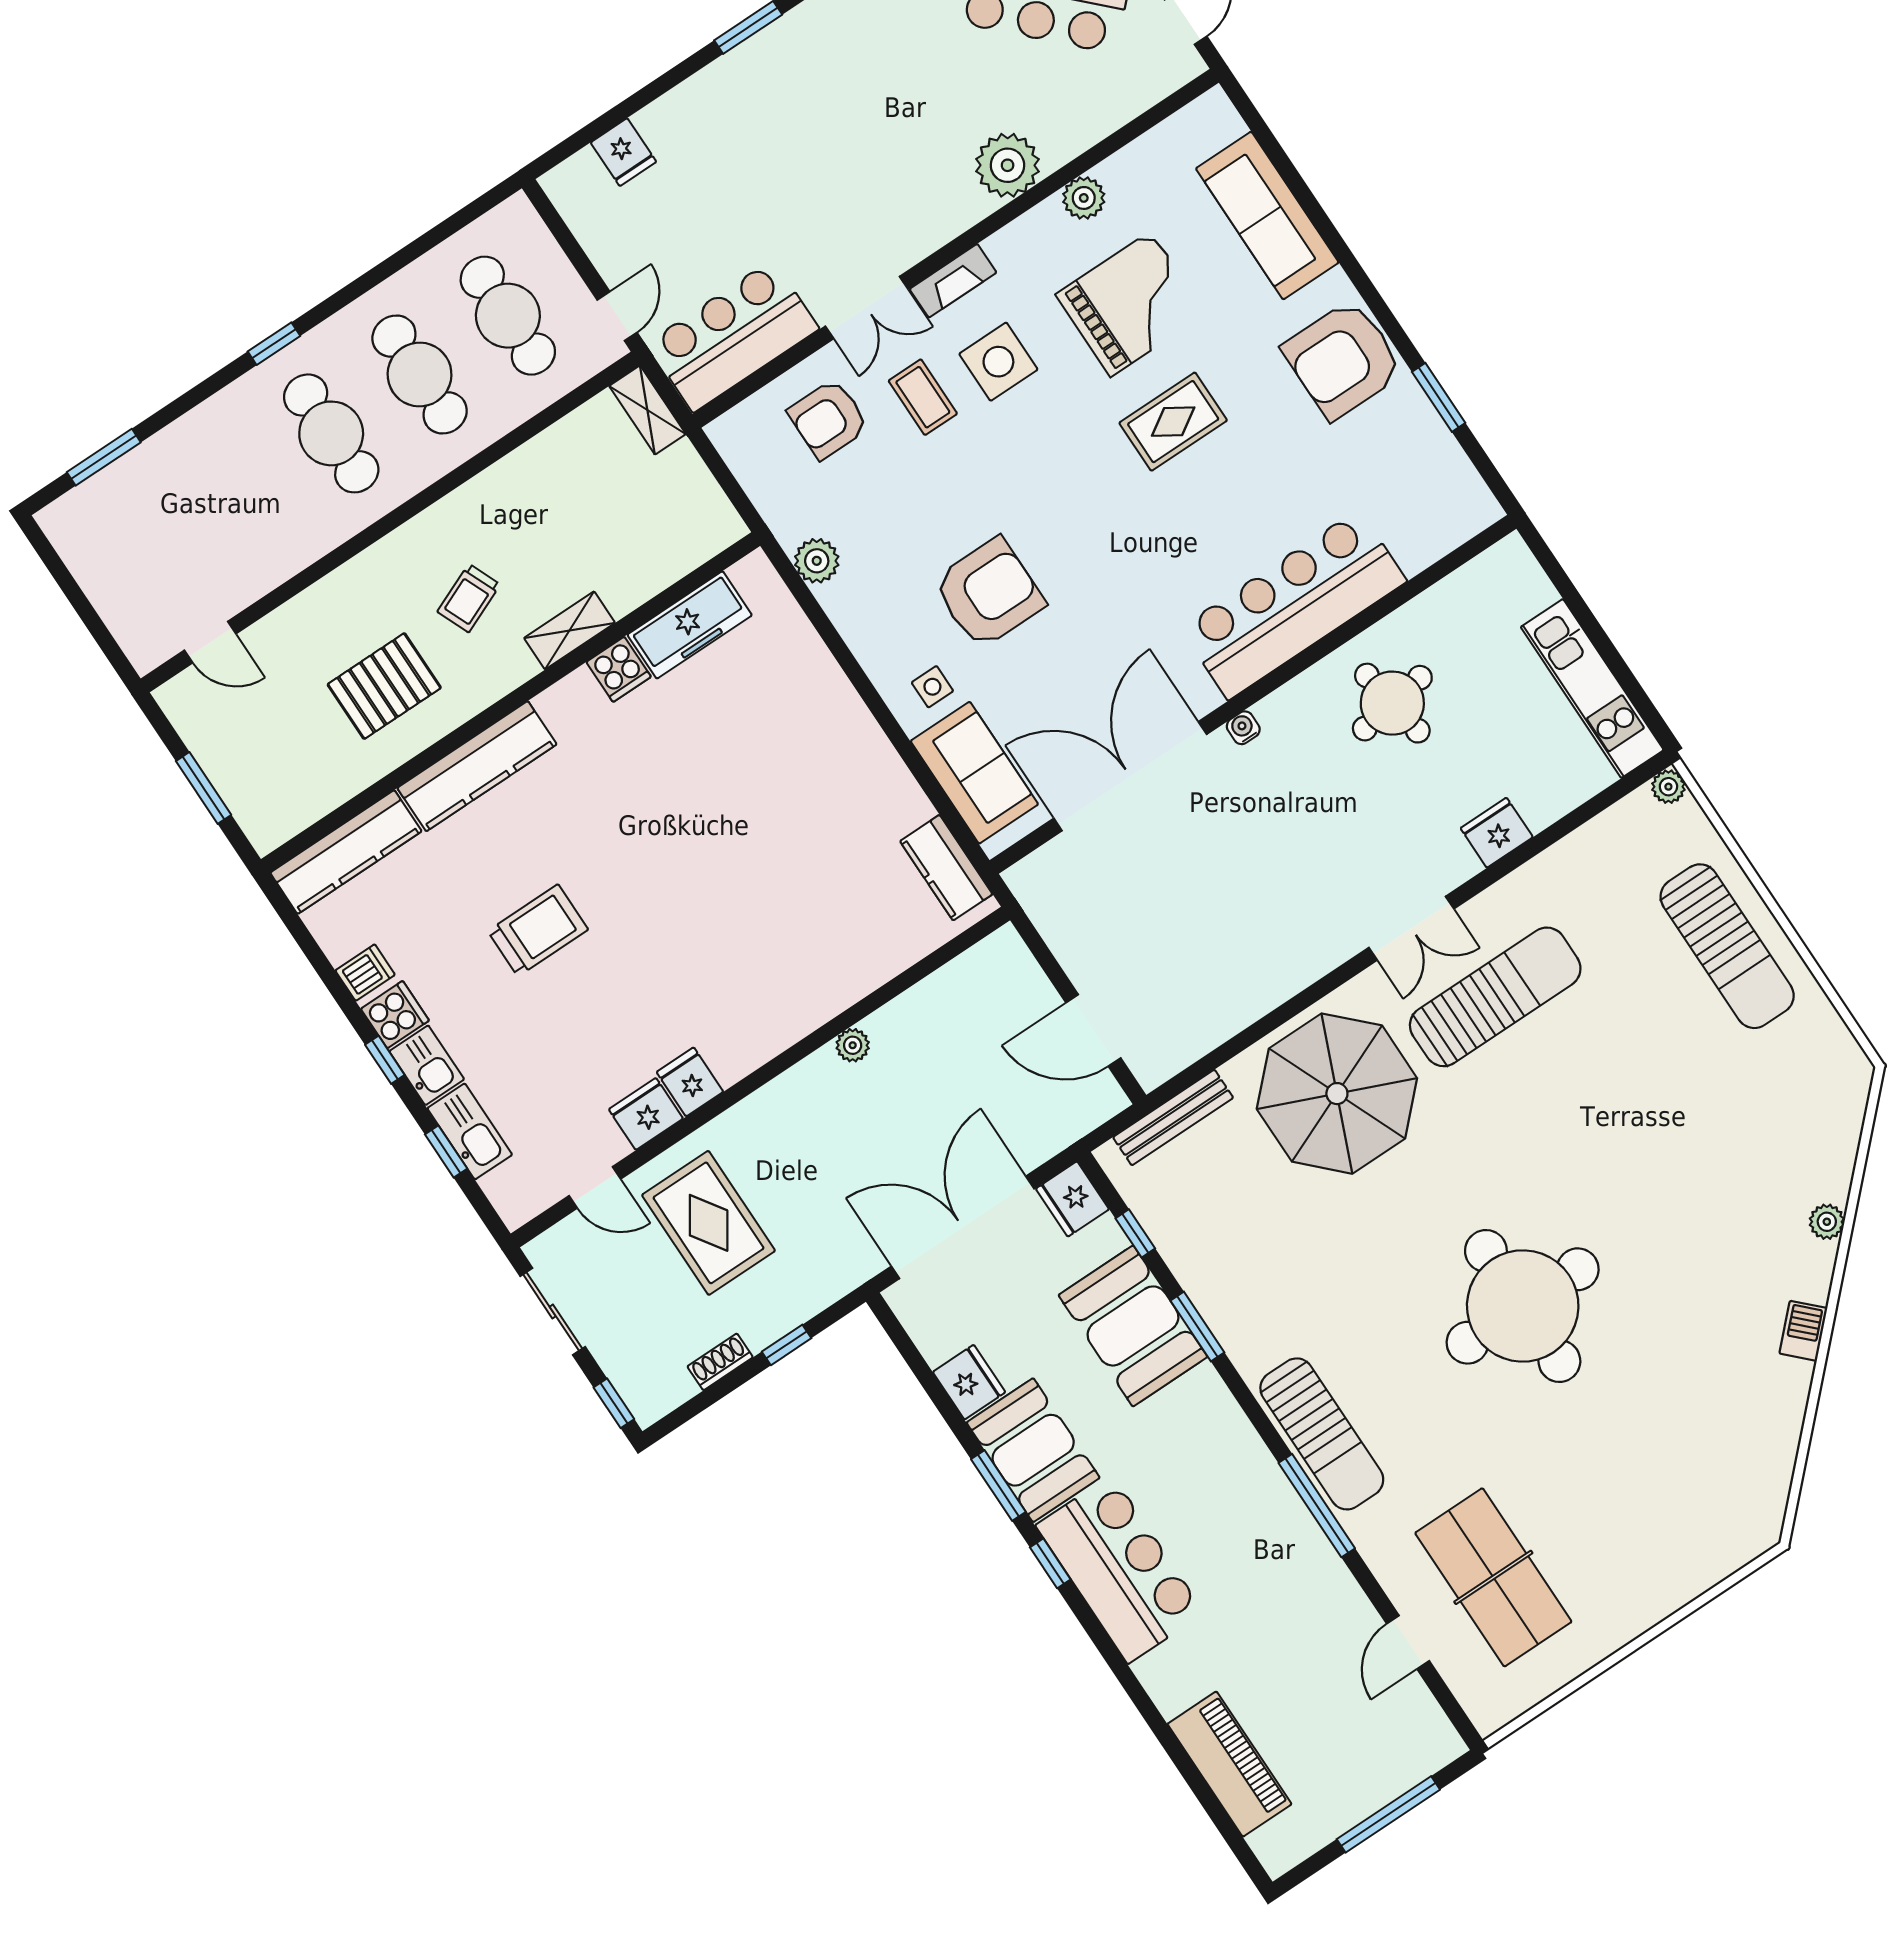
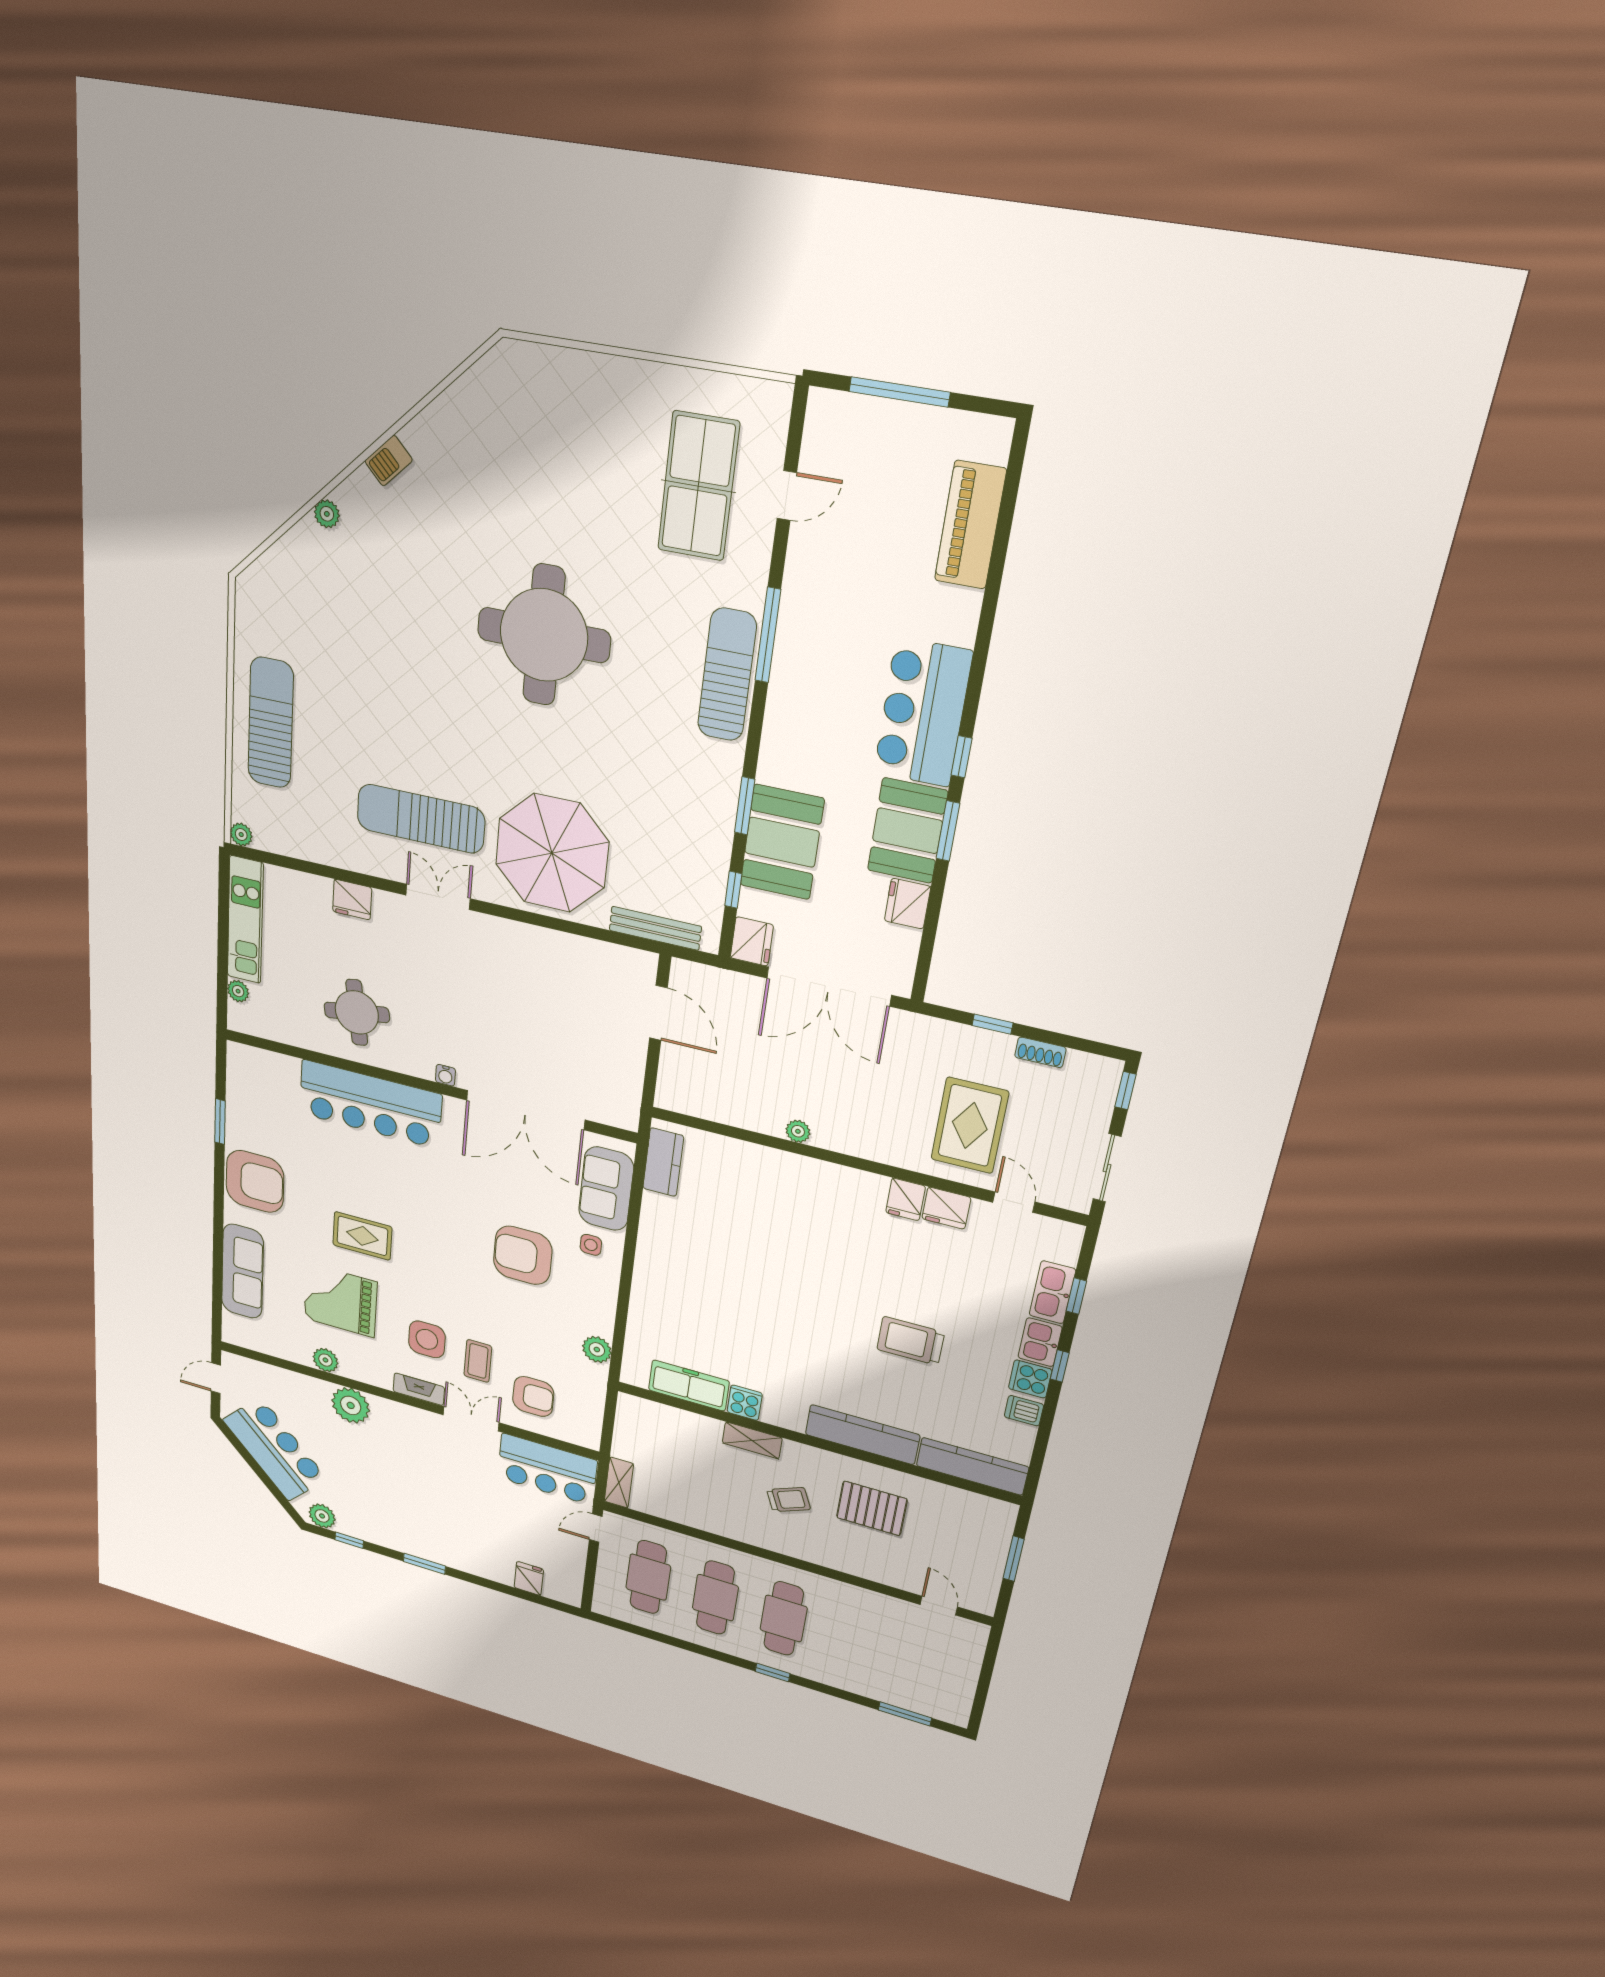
plant: (1538, 591) -> (238, 991), added

